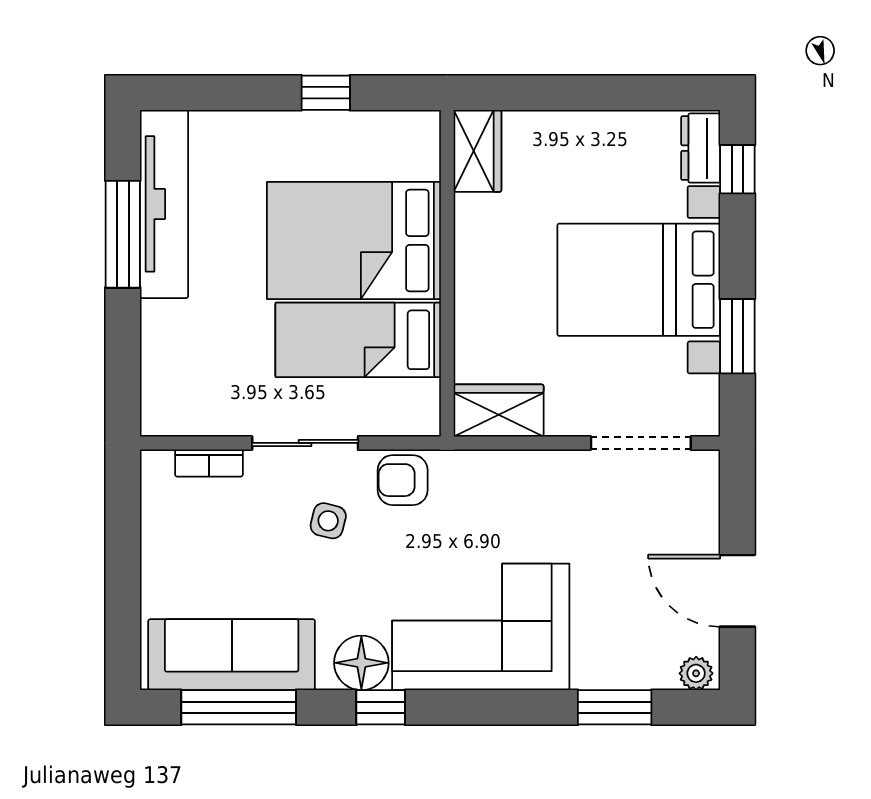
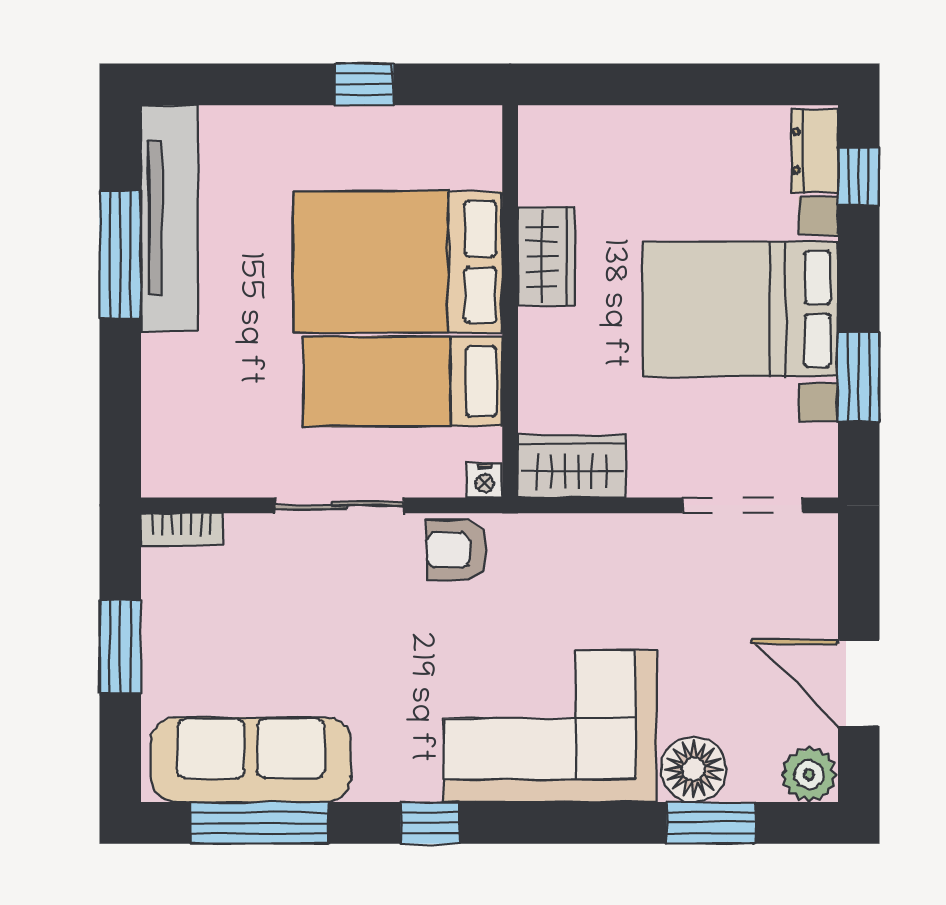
wardrobe: (477, 151) -> (546, 256), moved
nightstand: (426, 422) -> (484, 481), added
bookcase: (209, 463) -> (182, 529), moved
side table: (328, 521) -> (367, 599), removed
window: (123, 561) -> (120, 647), added
floor lamp: (361, 663) -> (694, 769), moved
plant: (696, 673) -> (809, 775), width x1.38, depth x1.38

